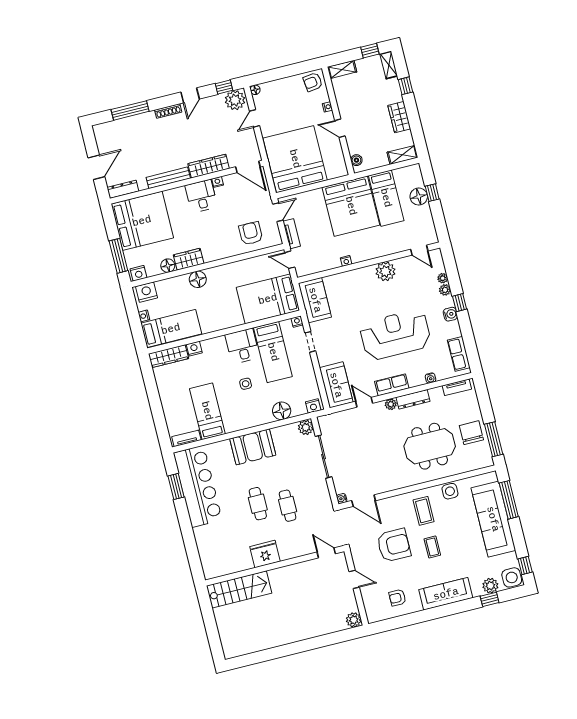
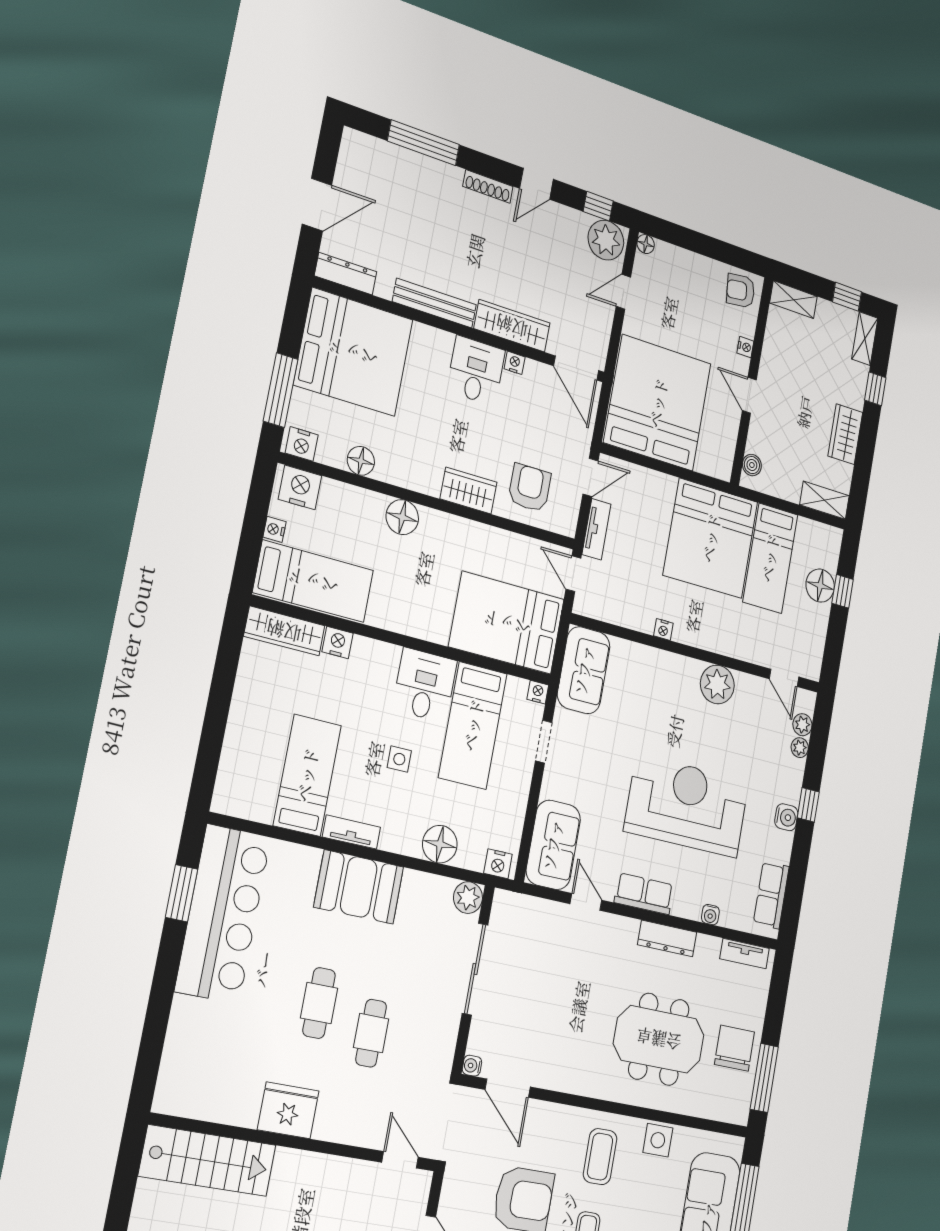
wardrobe: (189, 259) -> (468, 491), moved
plant: (445, 290) -> (802, 725), moved
plant: (391, 404) -> (628, 929), removed
tv unit: (186, 438) -> (351, 832), moved

